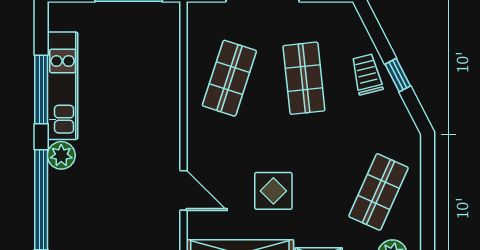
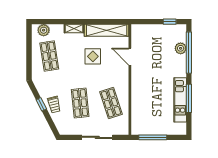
shop shelf: (229, 78) -> (111, 103), turned -36
plant: (61, 155) -> (181, 48), moved
shop shelf: (378, 192) -> (49, 56), turned -33

